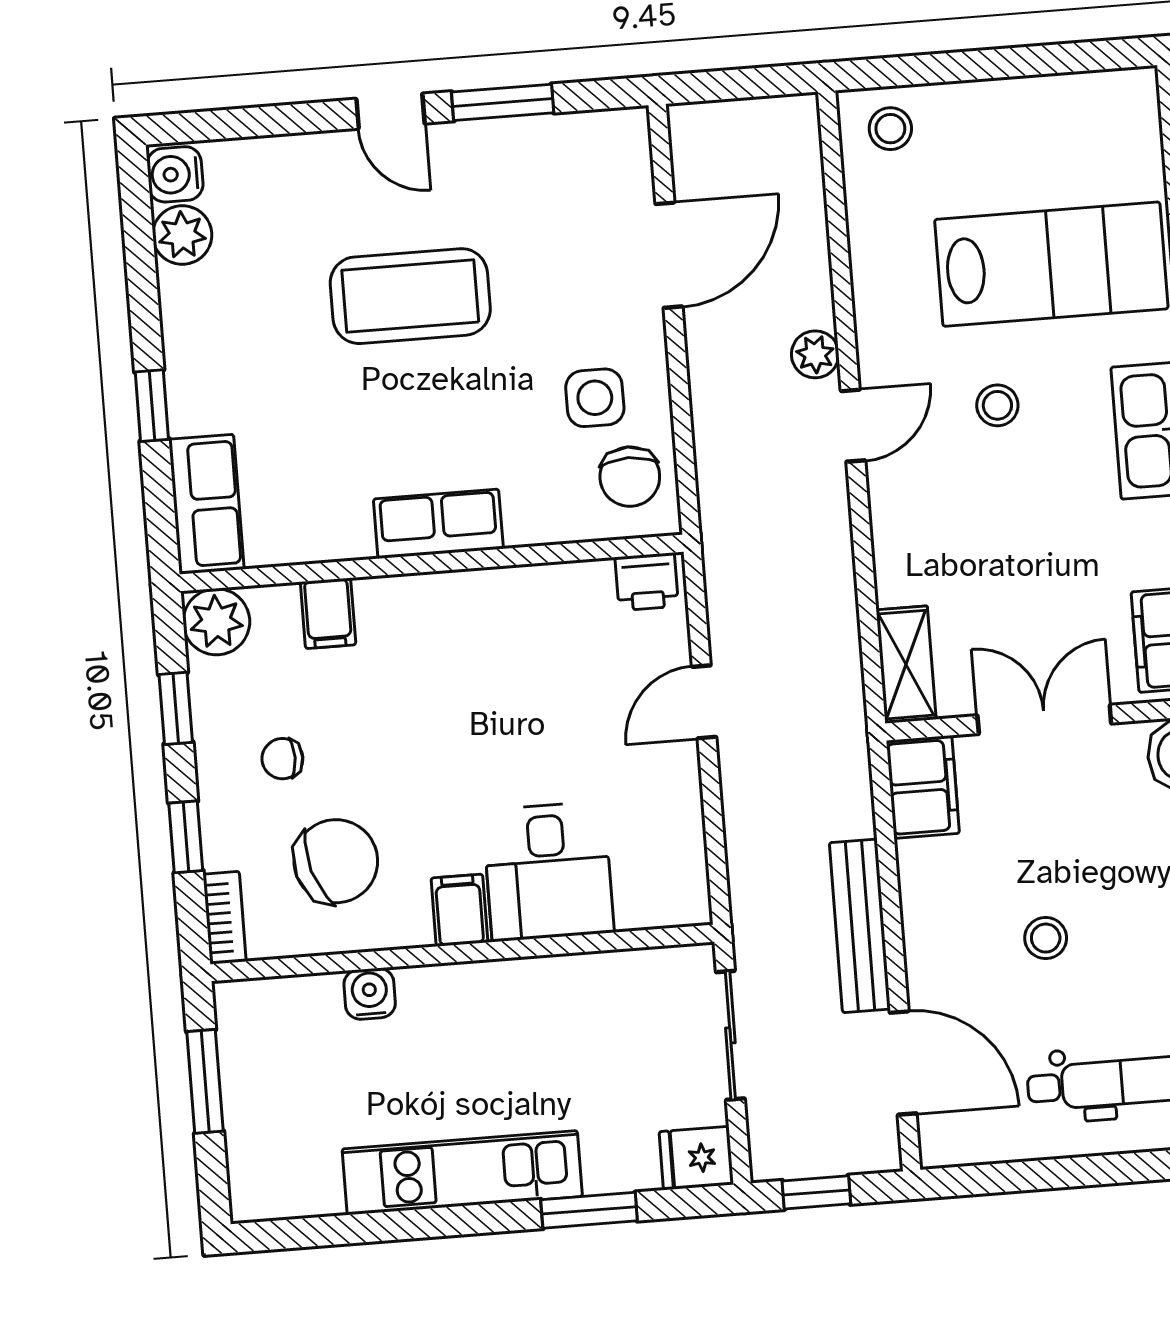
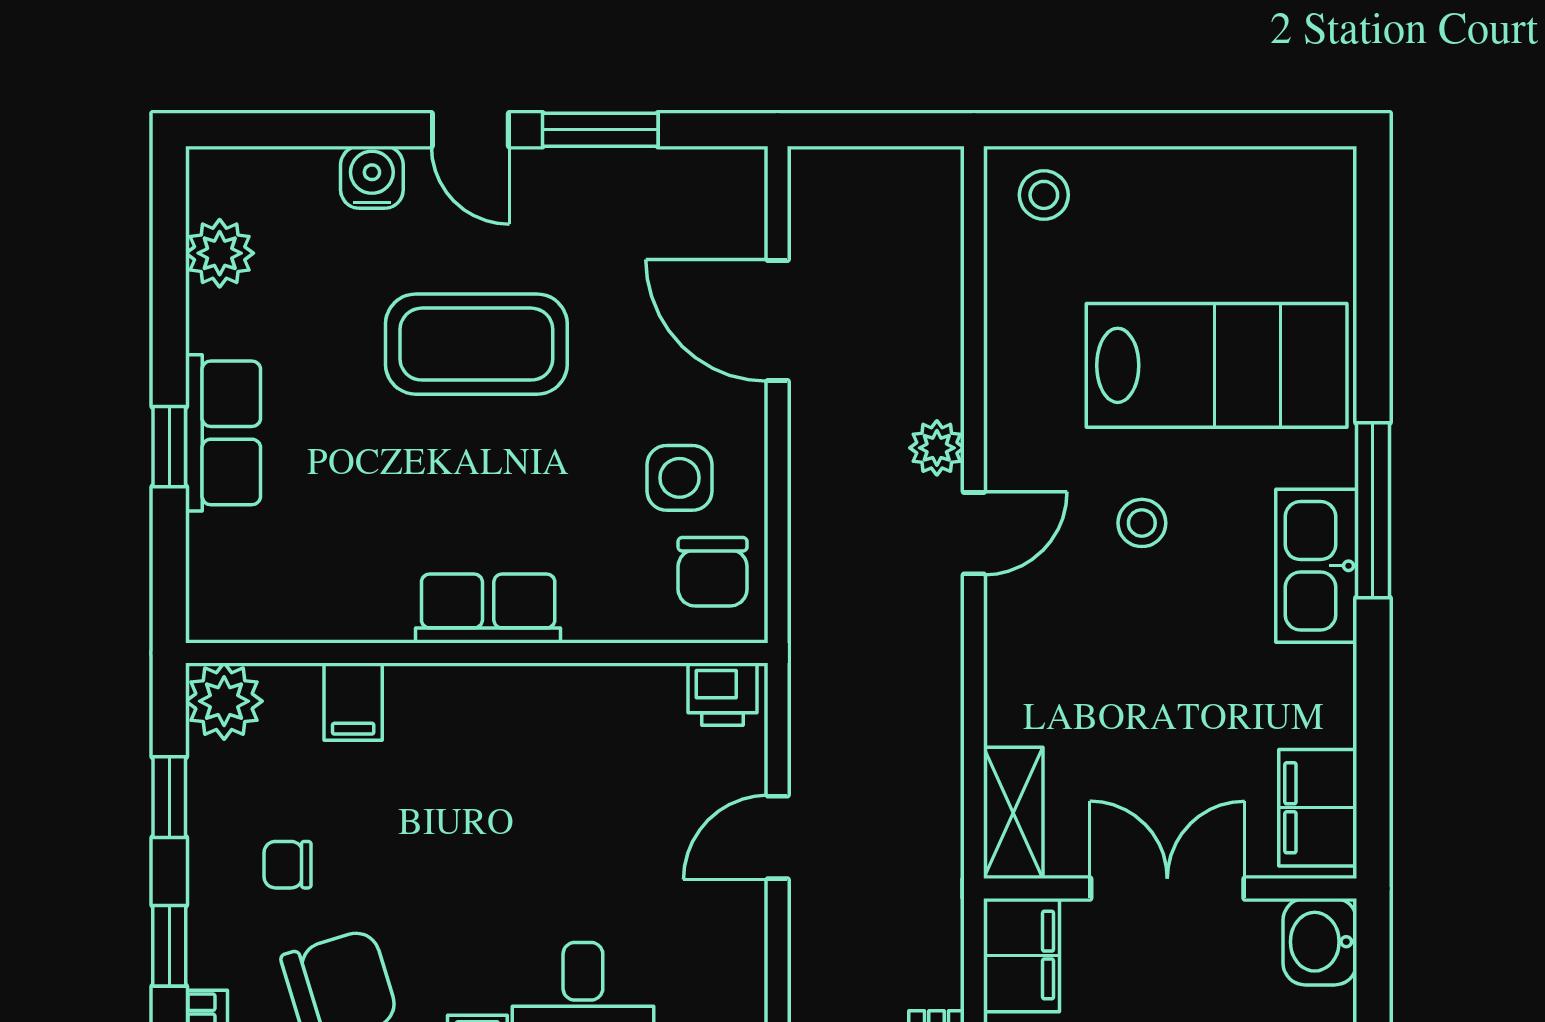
water cooler: (175, 174) -> (372, 177), moved, turned 90
door: (669, 255) -> (778, 321), swing flipped
row of seats: (206, 504) -> (223, 433), moved

